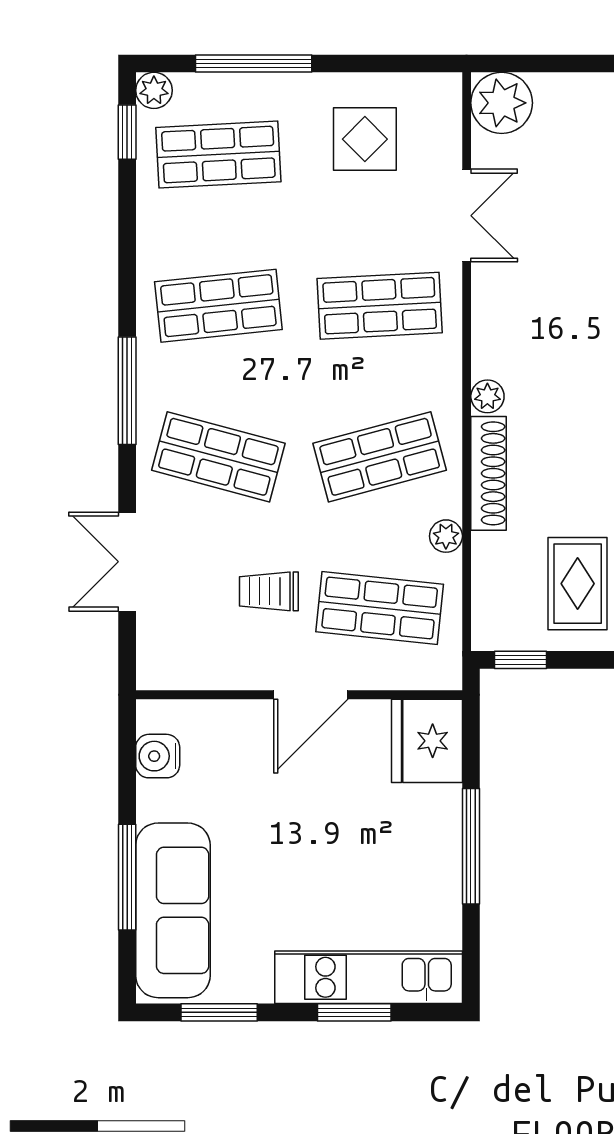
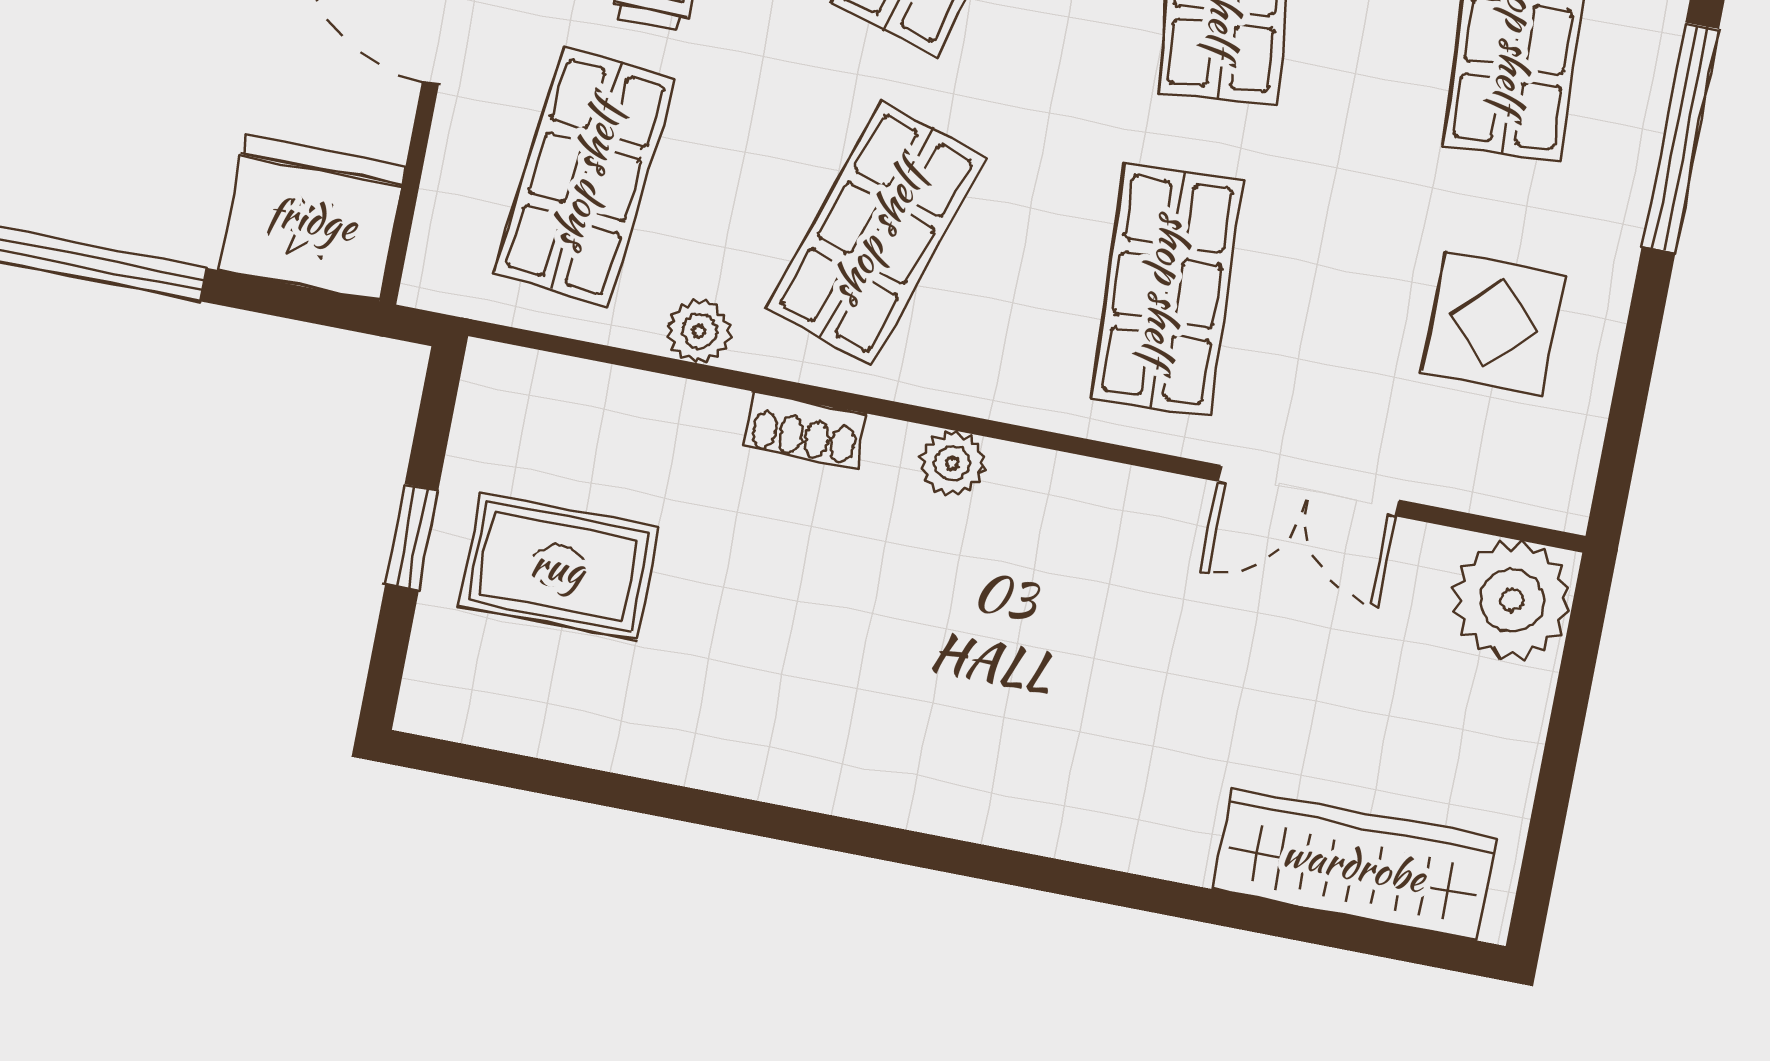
shop shelf: (380, 457) -> (876, 233), turned 33
shoe rack: (489, 473) -> (805, 430), width x0.51, depth x0.81
window: (520, 660) -> (412, 537), moved

